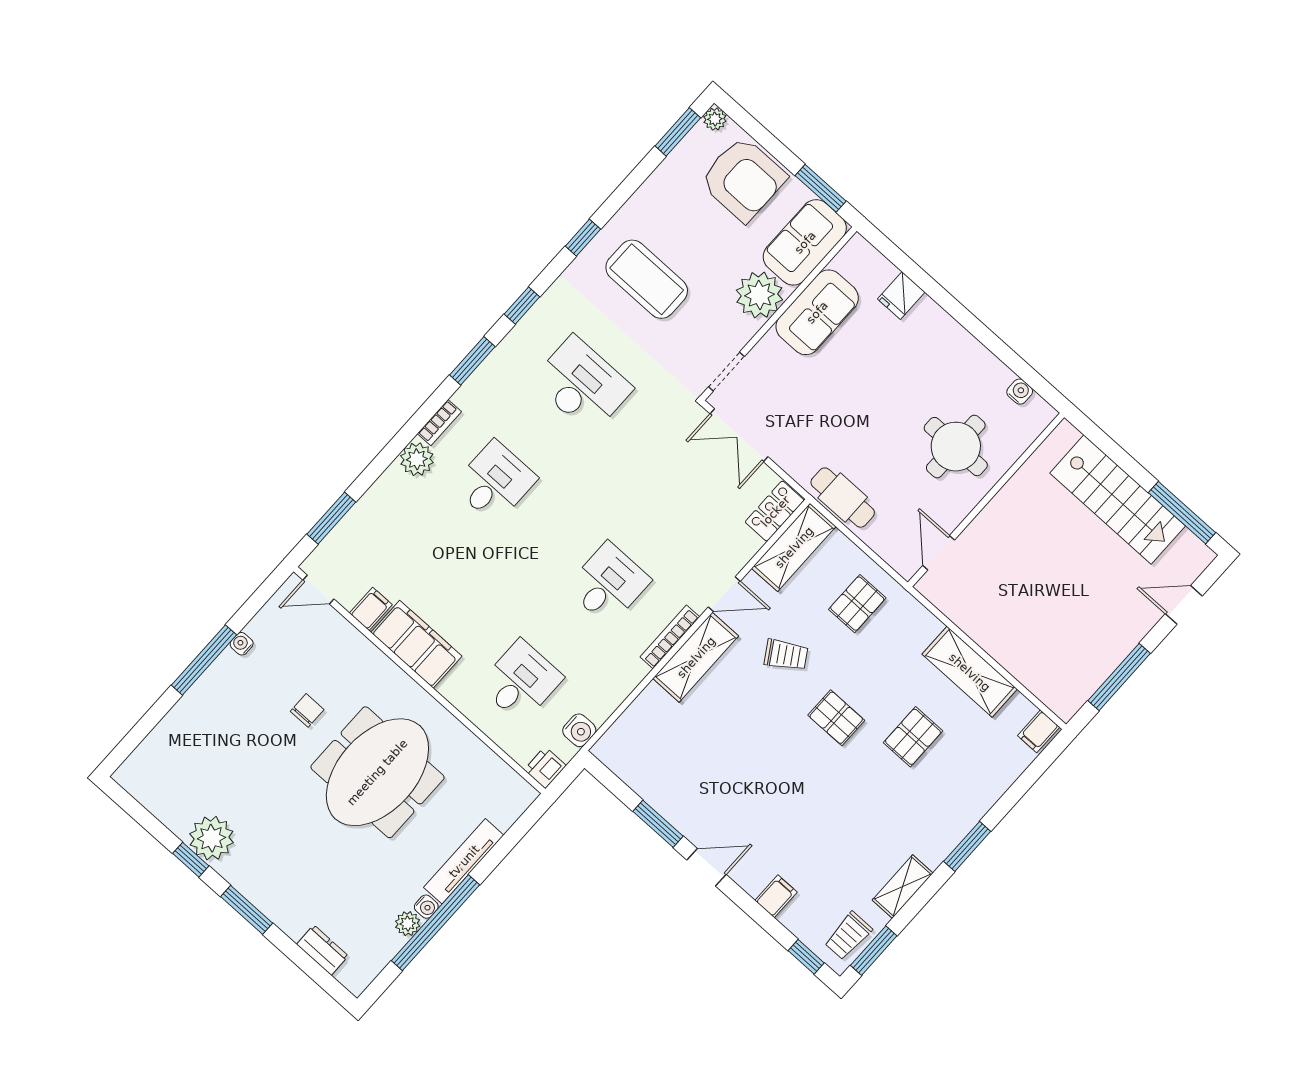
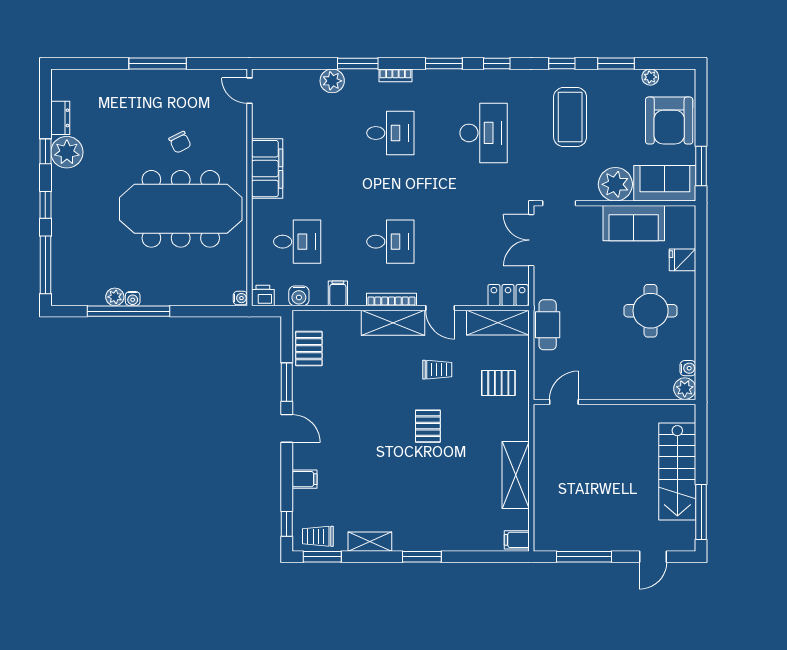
plant: (715, 119) -> (650, 77), moved
window: (678, 132) -> (616, 63), moved
plant: (1038, 414) -> (685, 389), added
round table: (956, 447) -> (651, 311), moved
plant: (417, 459) -> (332, 81), moved
window: (331, 518) -> (358, 63), moved
door: (1184, 605) -> (653, 557), swing flipped
filing cabinet: (371, 609) -> (338, 293), moved, turned -90
water cooler: (242, 644) -> (240, 298), moved, turned 90
trolley: (786, 655) -> (437, 370), turned -58
chair: (307, 710) -> (180, 142), turned 64
pallet: (913, 737) -> (309, 349), moved, turned 90
meeting table: (377, 772) -> (181, 209), width x1.36
tv unit: (464, 861) -> (175, 297), removed
window: (247, 910) -> (45, 205), width x0.67
dresser: (322, 950) -> (60, 118), moved
window: (309, 966) -> (45, 265), added

